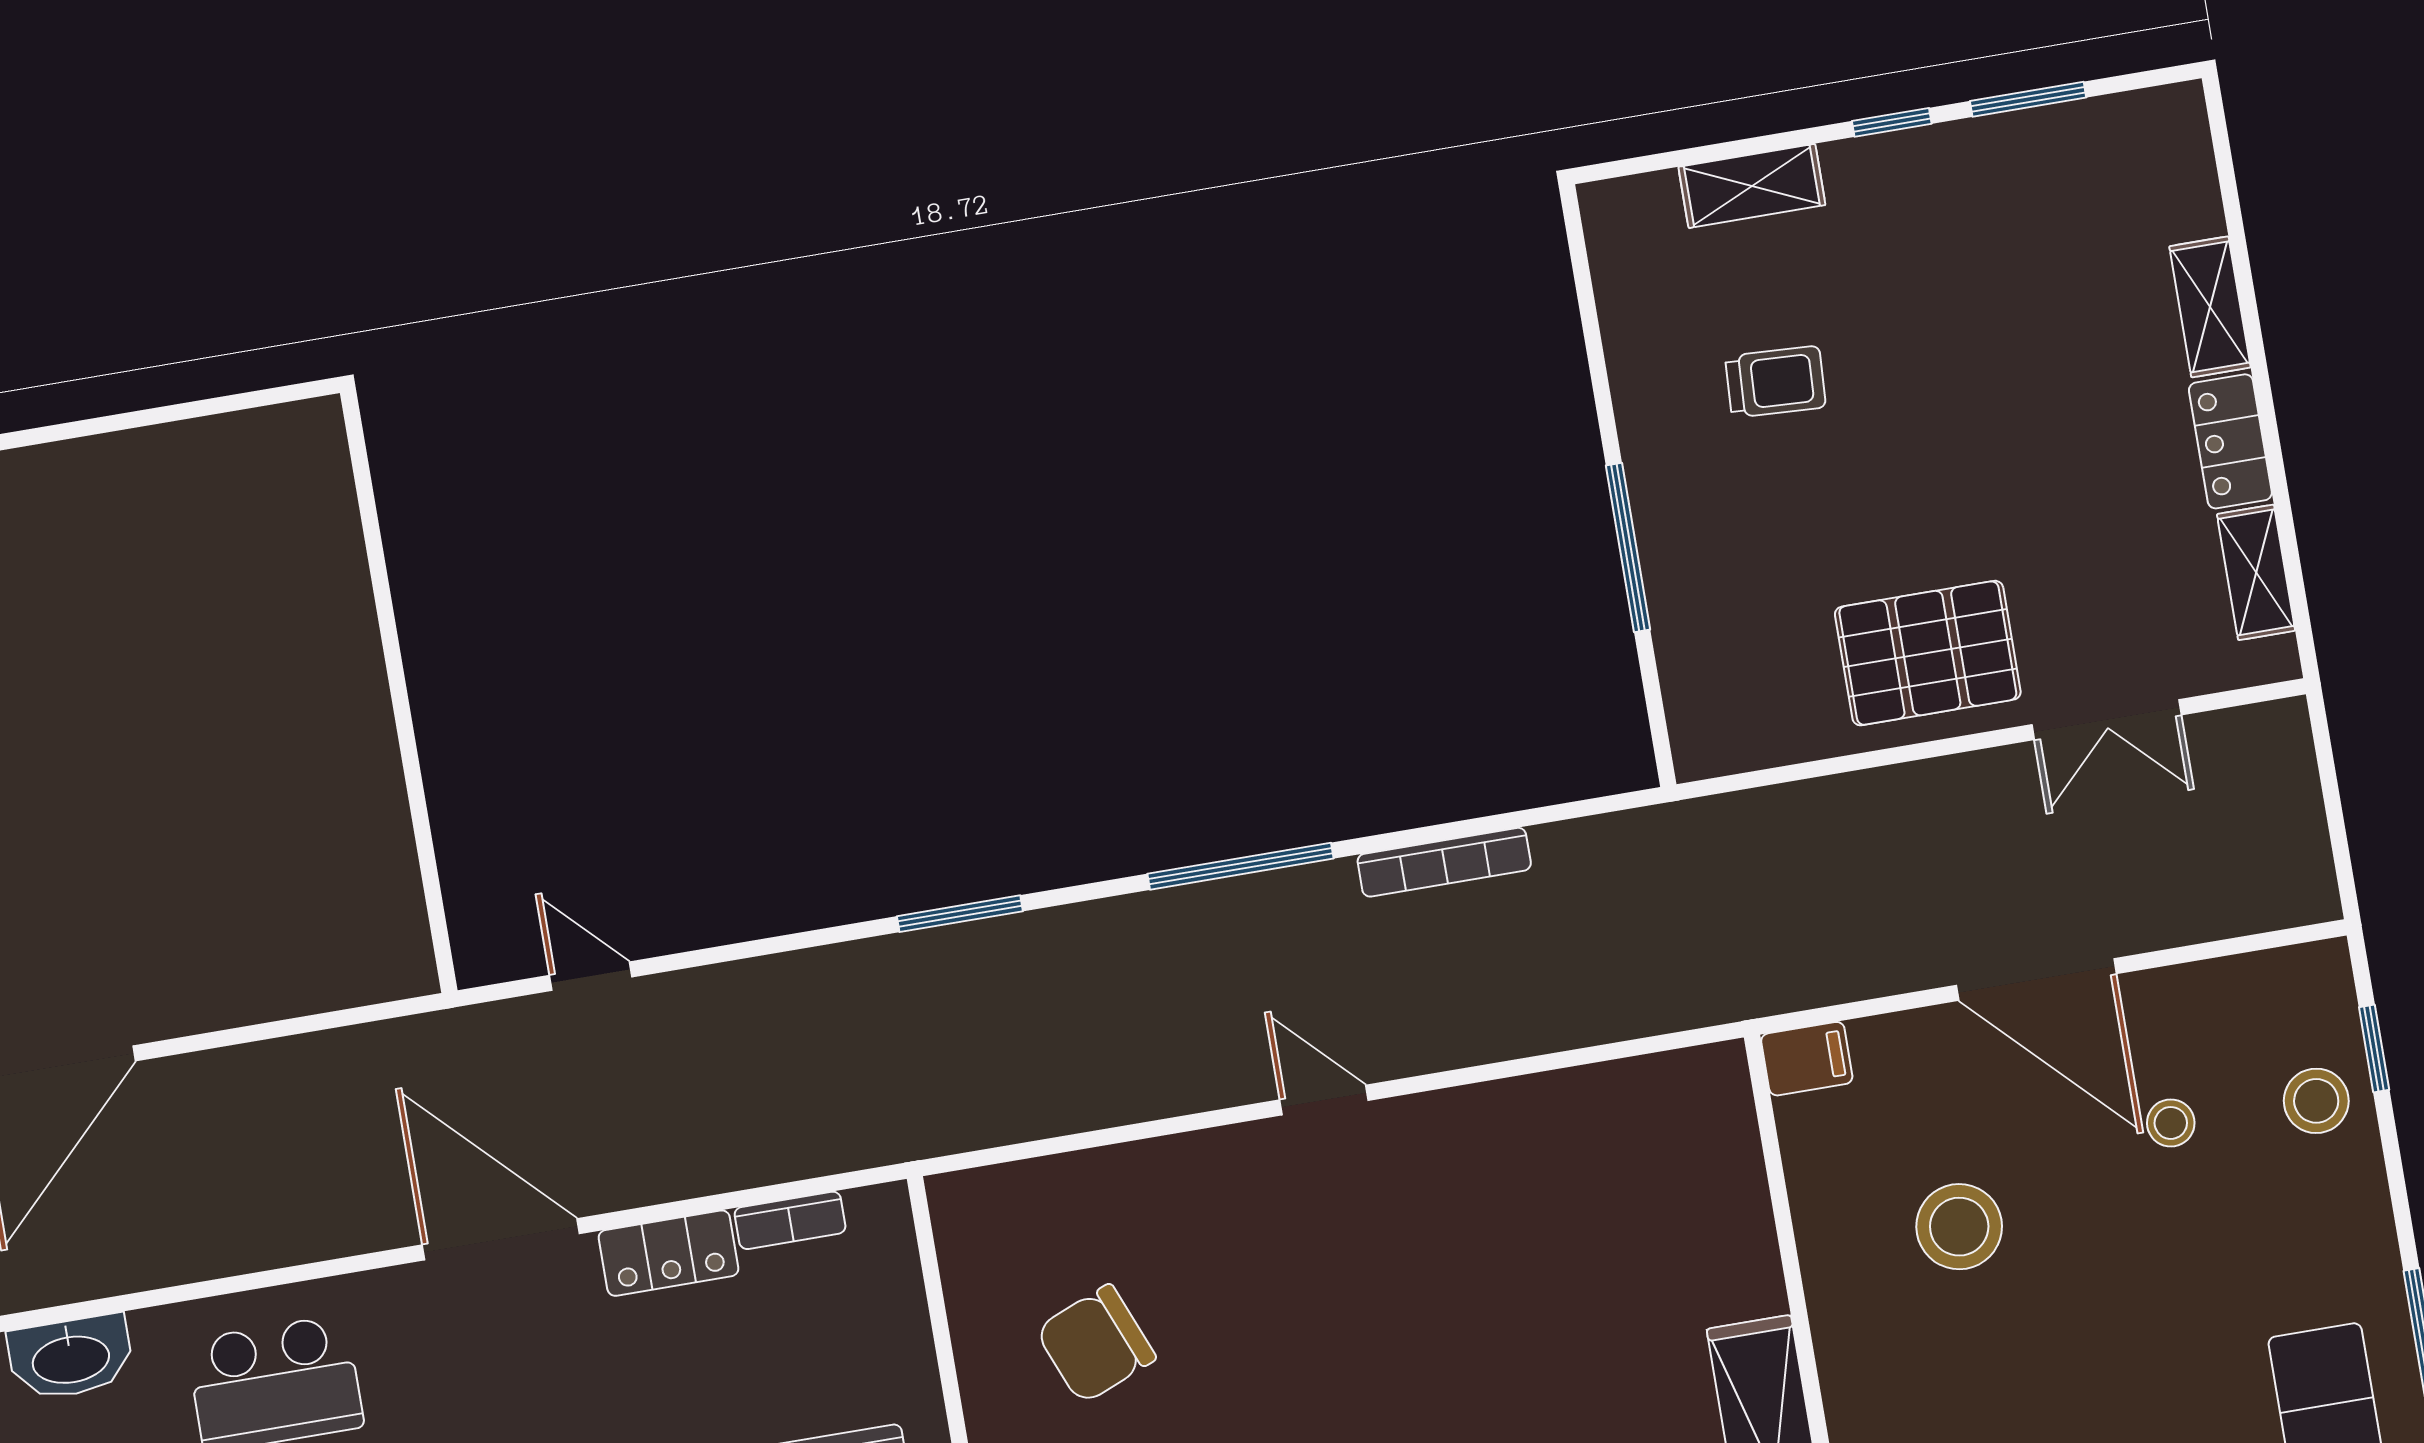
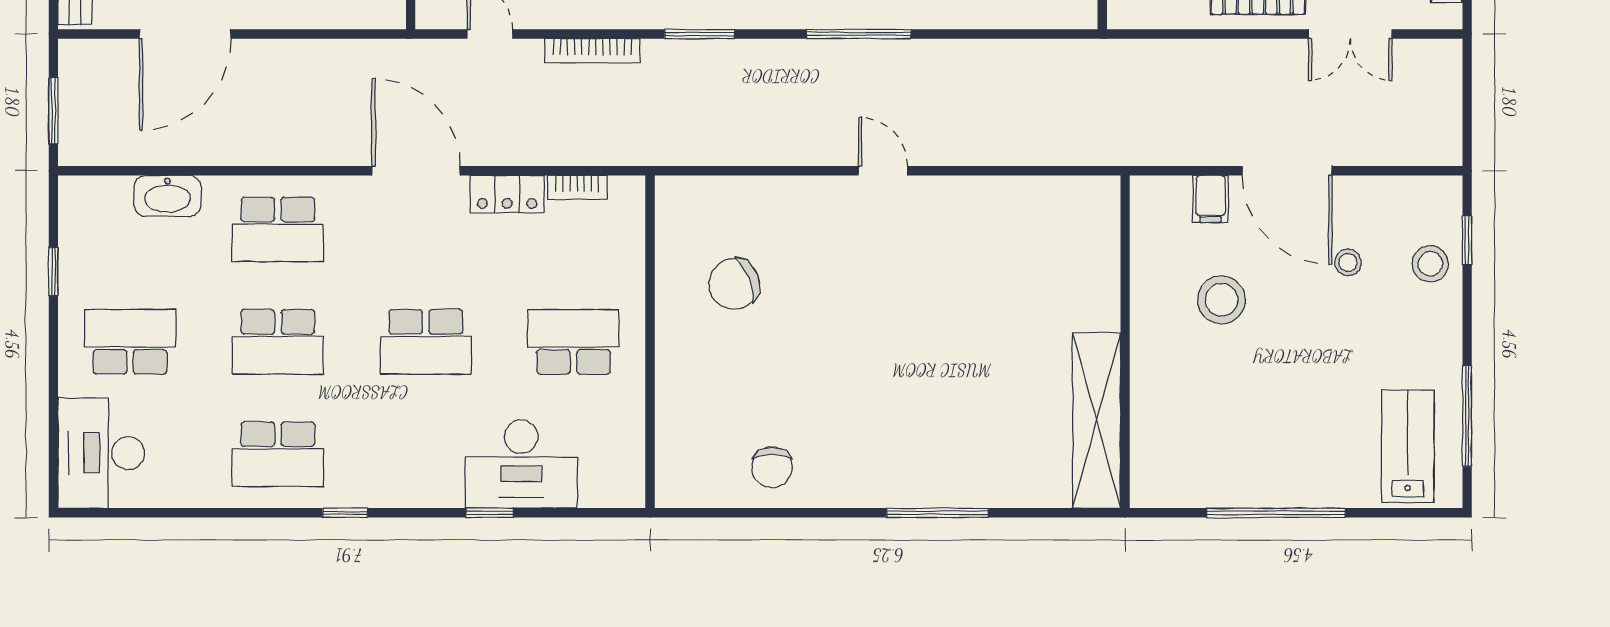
bookcase: (1444, 862) -> (592, 51), moved
filing cabinet: (1807, 1059) -> (1211, 199), moved, turned 90

